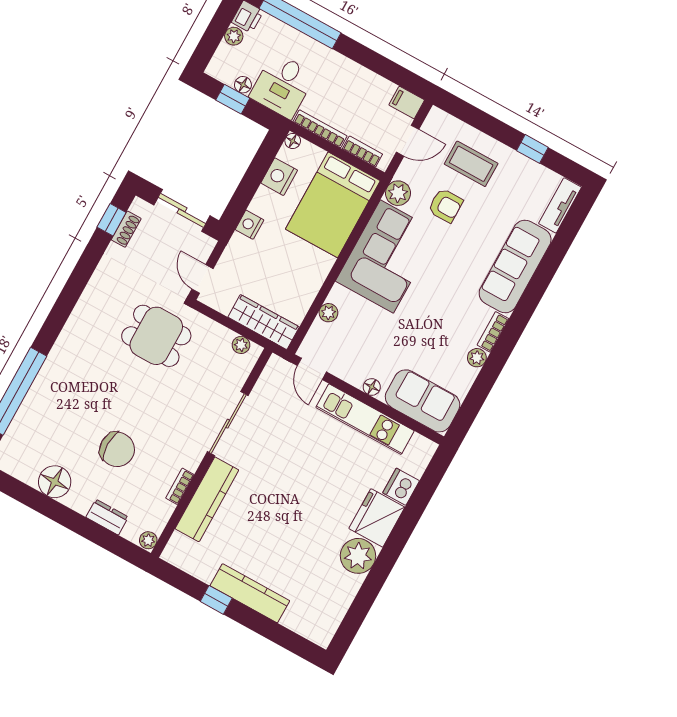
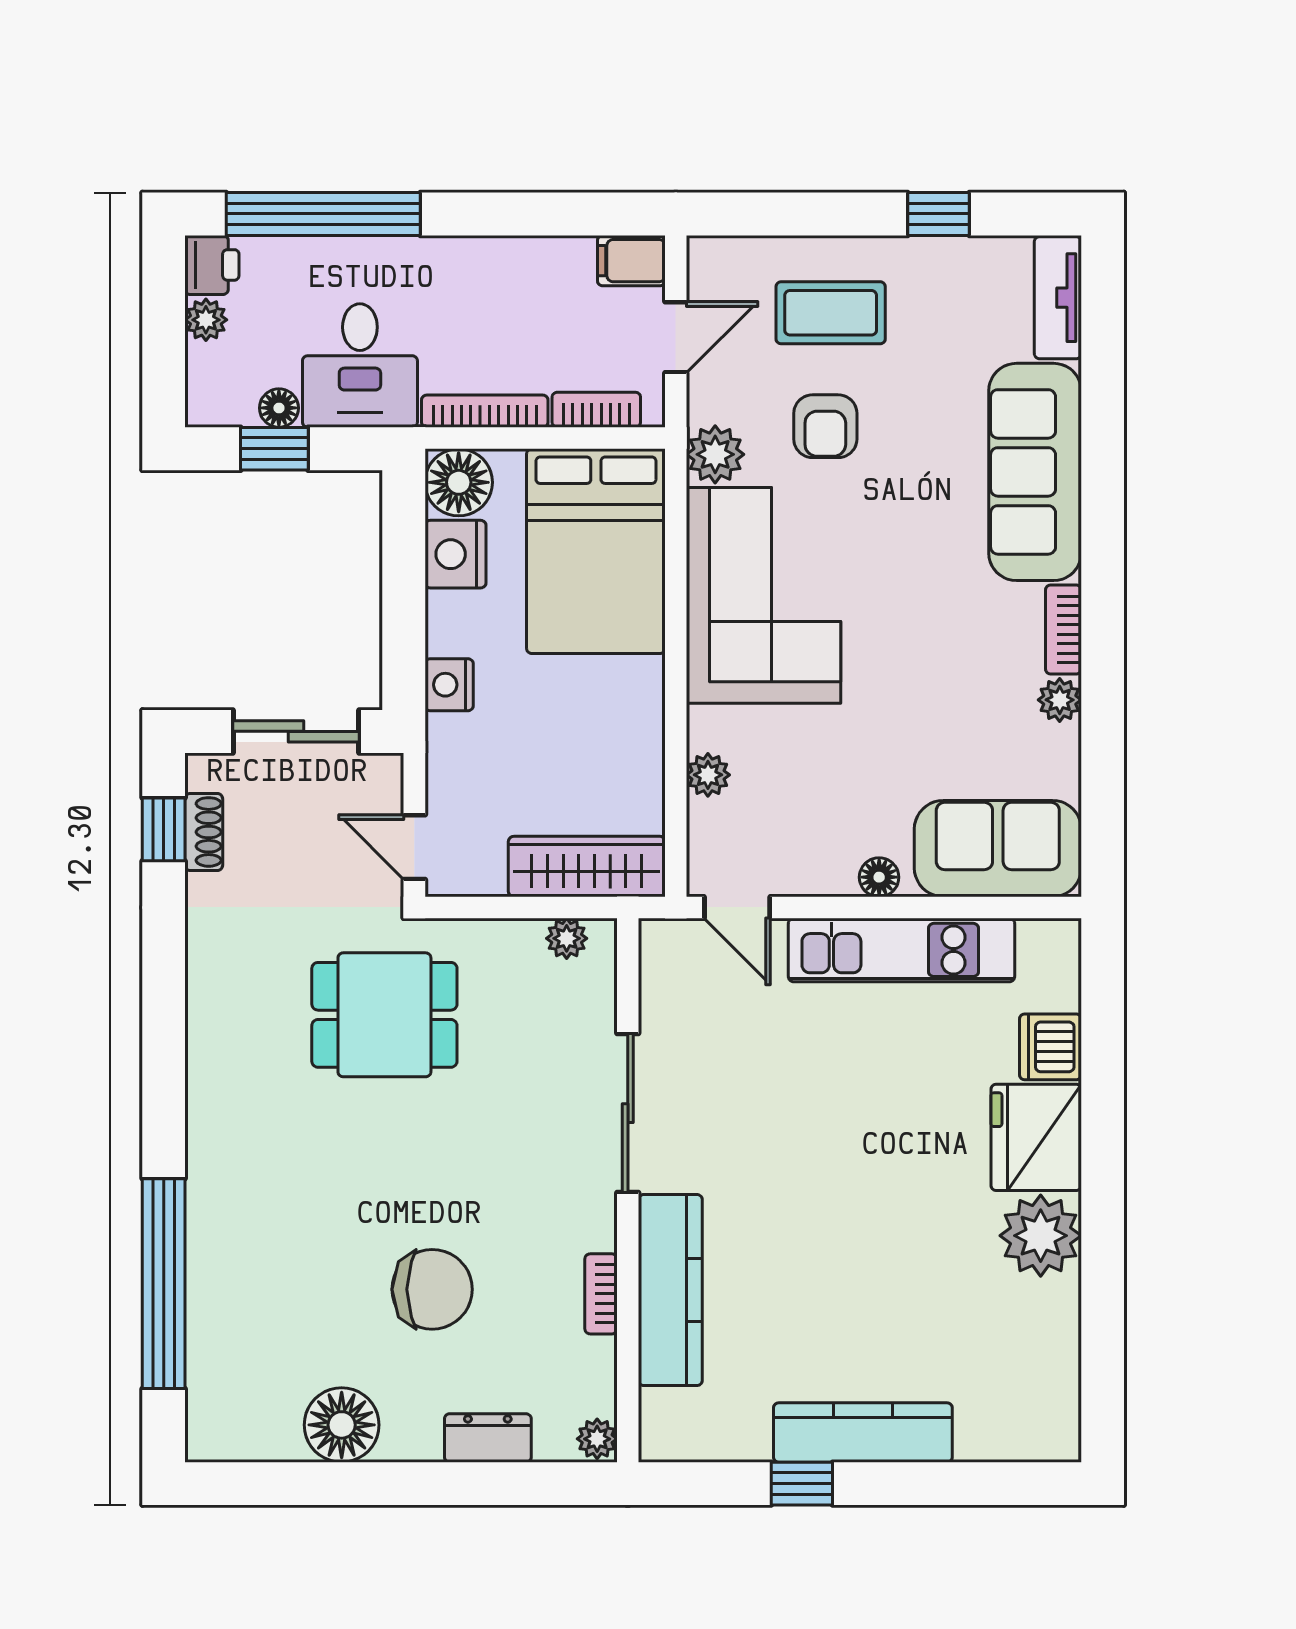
floor lamp: (293, 141) -> (459, 482), width x1.89, depth x1.89
armchair: (445, 205) -> (825, 426), turned 90

